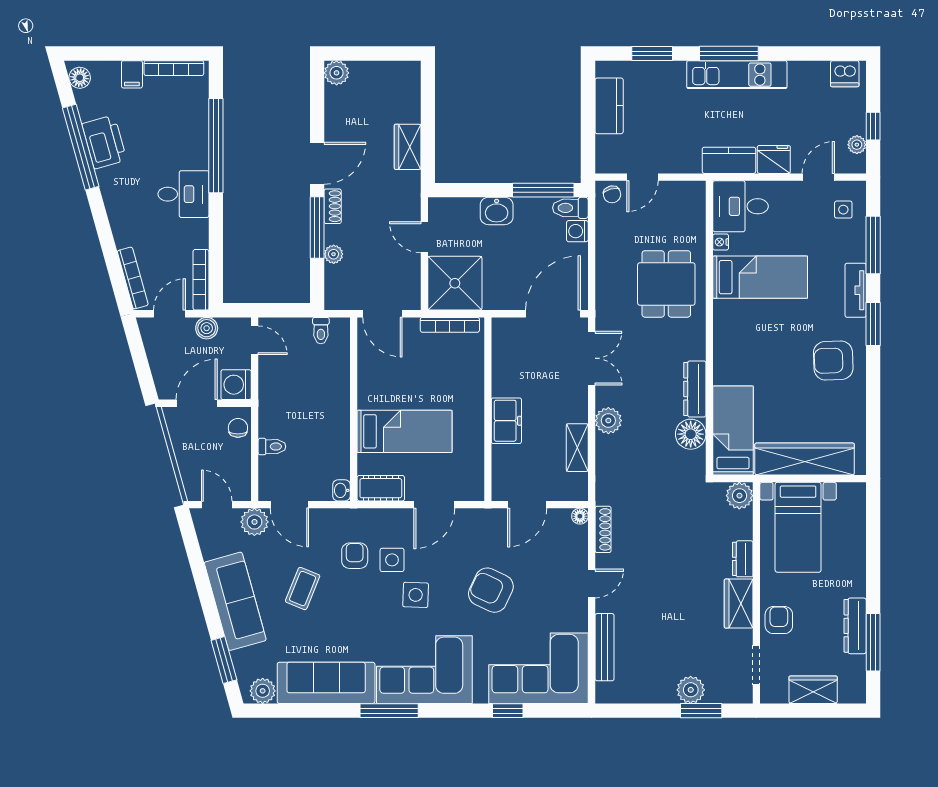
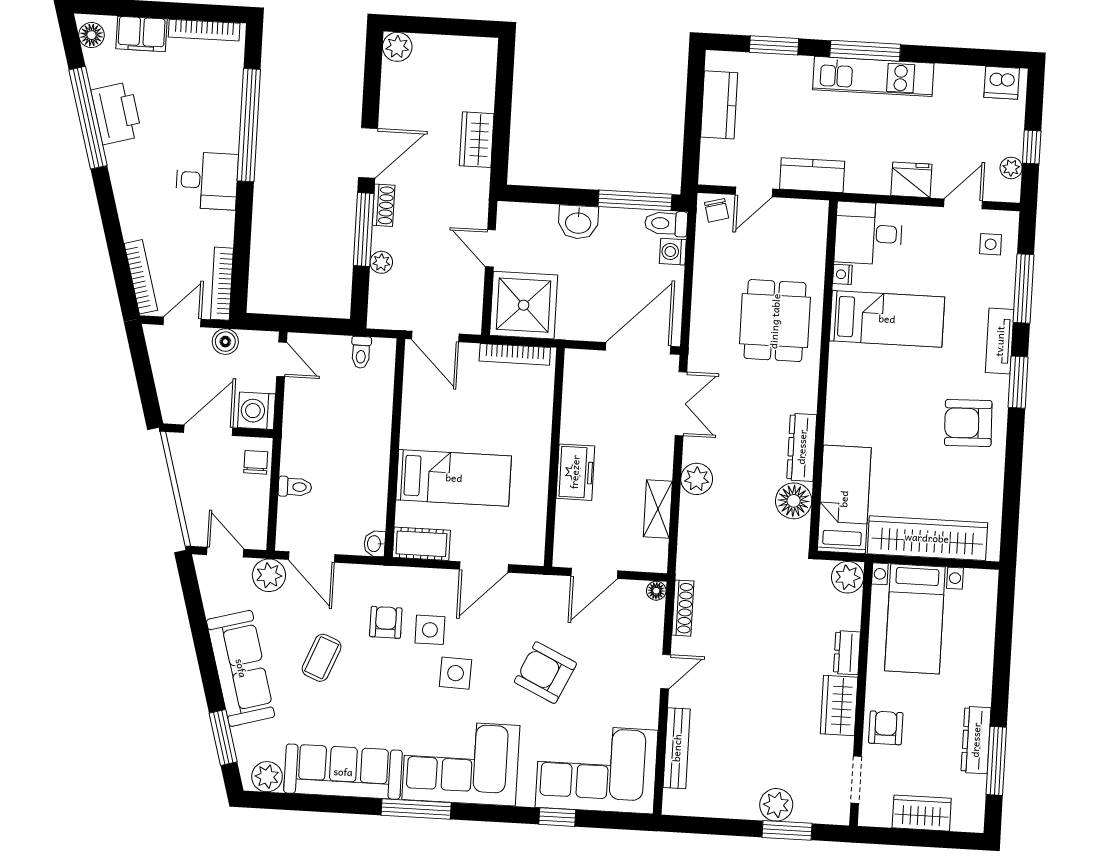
filing cabinet: (132, 74) -> (142, 34), width x2.00
kitchen counter: (729, 160) -> (812, 175), moved

